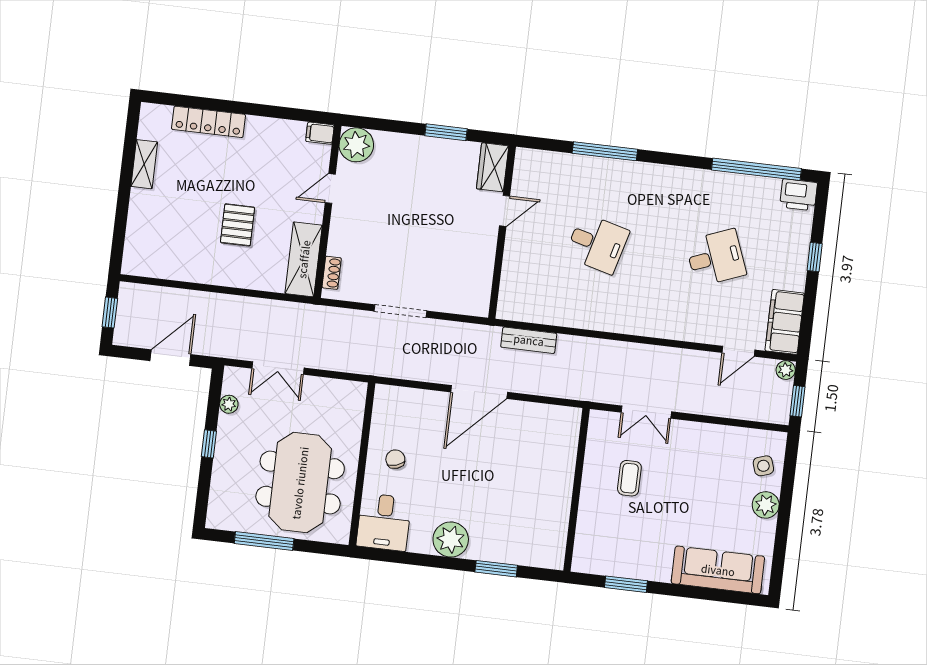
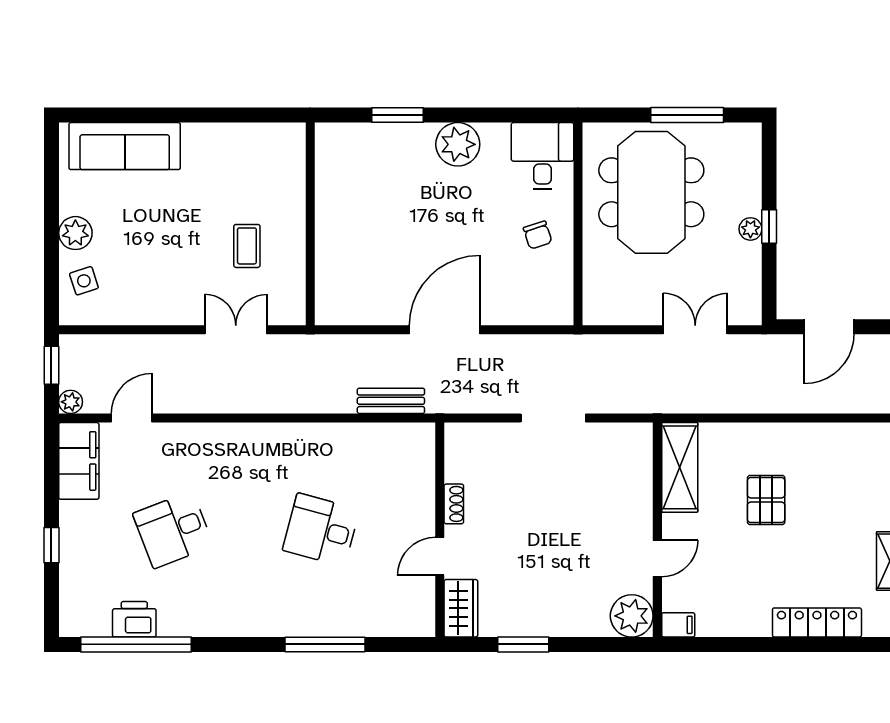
printer: (799, 195) -> (134, 619), moved
shoe rack: (332, 273) -> (454, 504), moved, turned 180
plant: (229, 404) -> (750, 229), moved
window: (626, 584) -> (236, 115), removed

